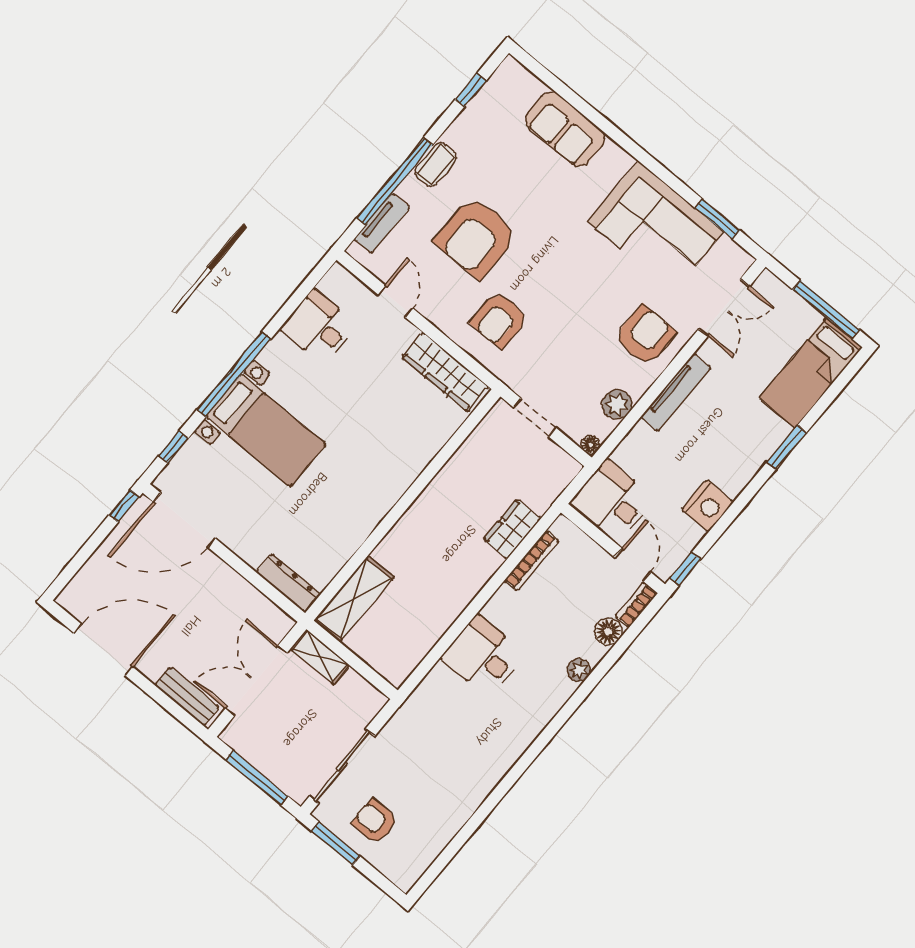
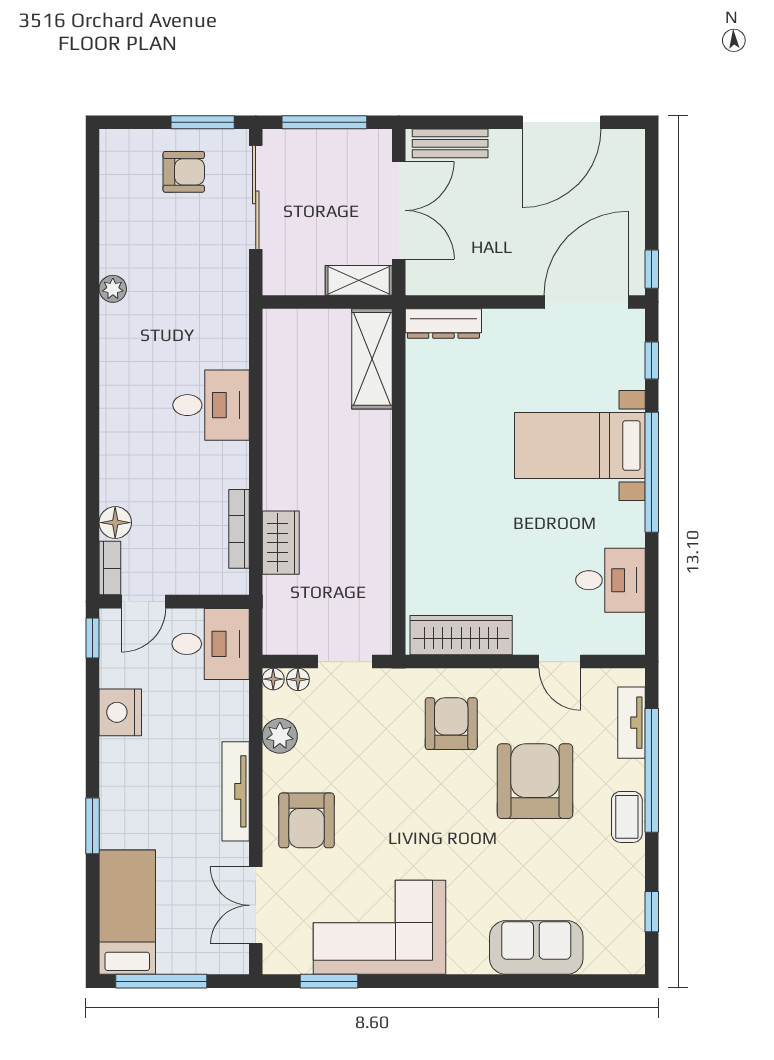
floor lamp: (575, 431) -> (298, 679), added
door: (633, 565) -> (144, 602), hinge flipped
plant: (579, 670) -> (113, 289), moved

